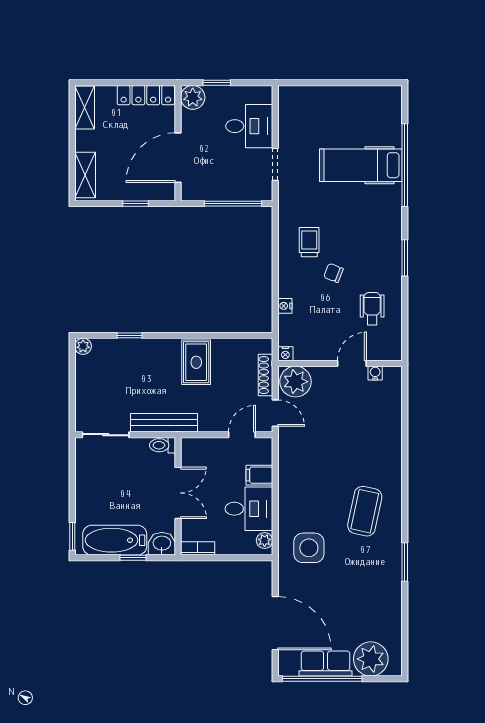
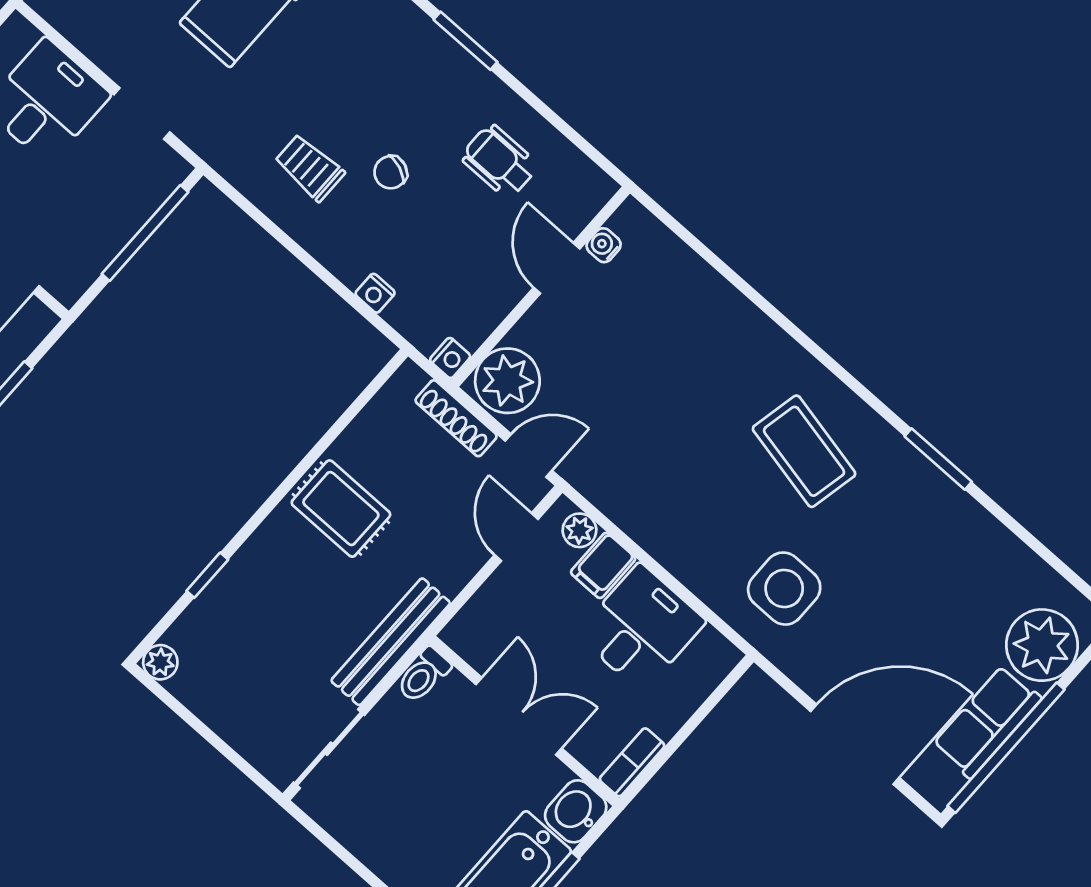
plant: (265, 540) -> (579, 530), moved

